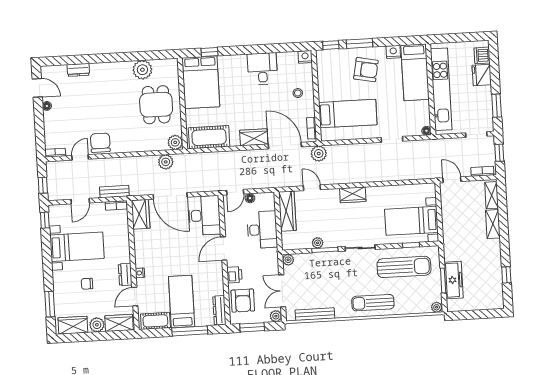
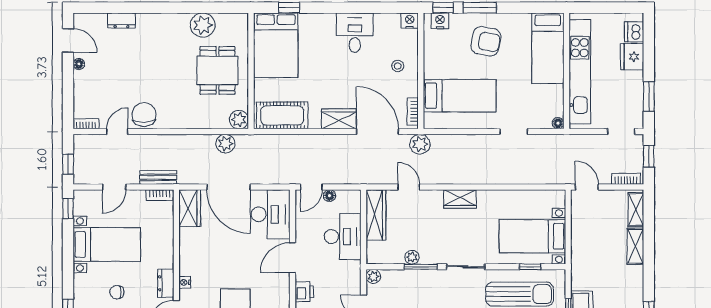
nightstand: (393, 52) -> (440, 21), moved

